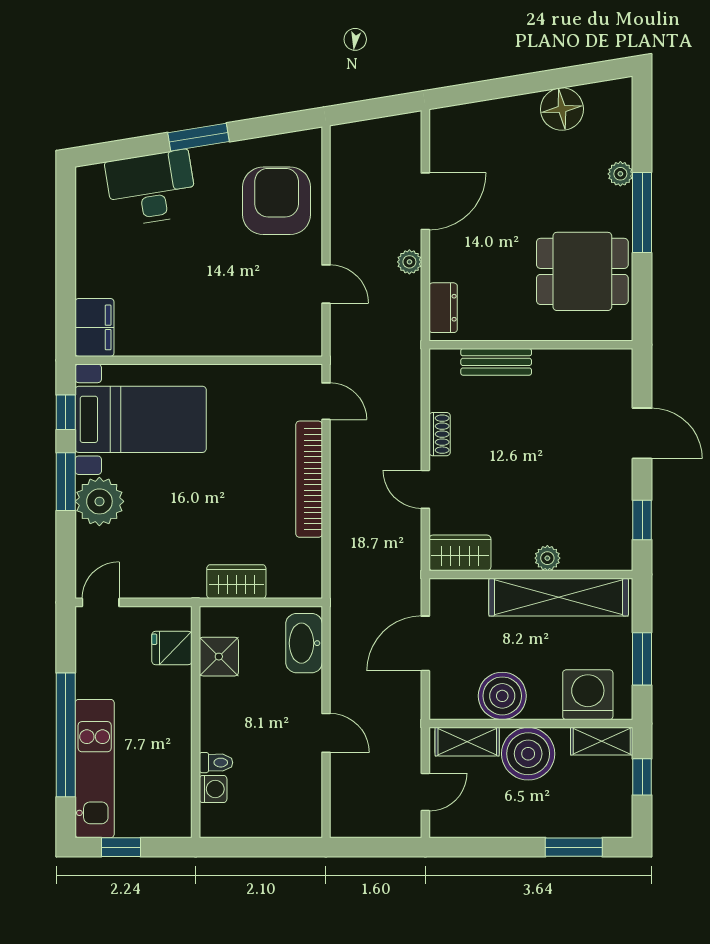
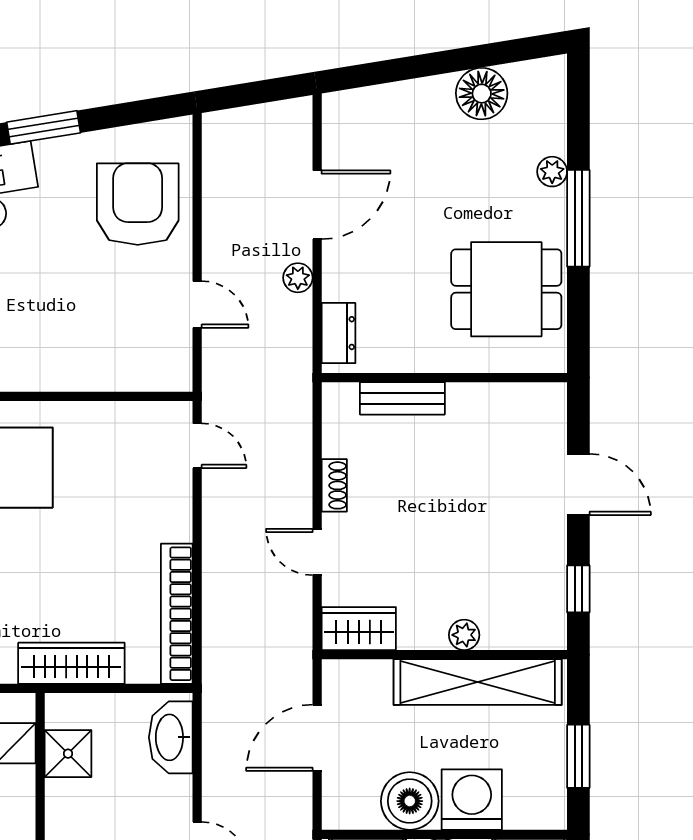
bookcase: (309, 479) -> (177, 614), moved
wardrobe: (236, 582) -> (71, 663), width x1.50
washing machine: (588, 695) -> (472, 800), moved

